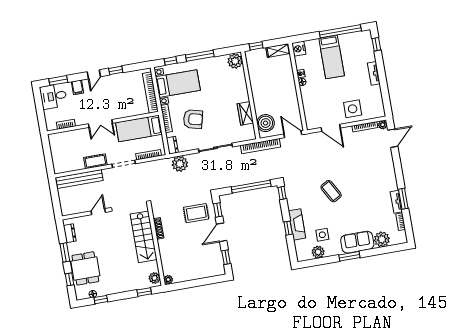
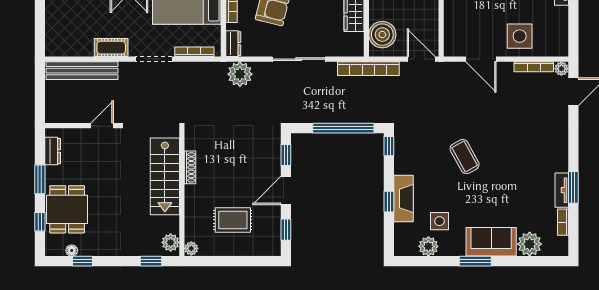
rug: (196, 213) -> (233, 220), moved

